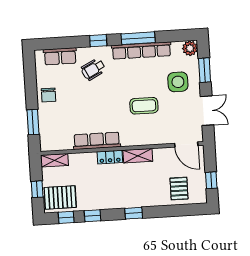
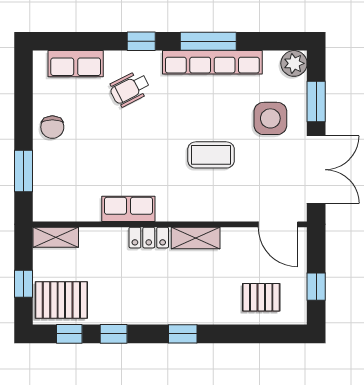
double door: (207, 111) -> (316, 170), width x1.37
row of seats: (97, 141) -> (128, 209), width x0.68
pallet: (179, 189) -> (261, 297), turned 90

